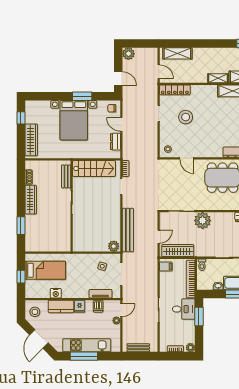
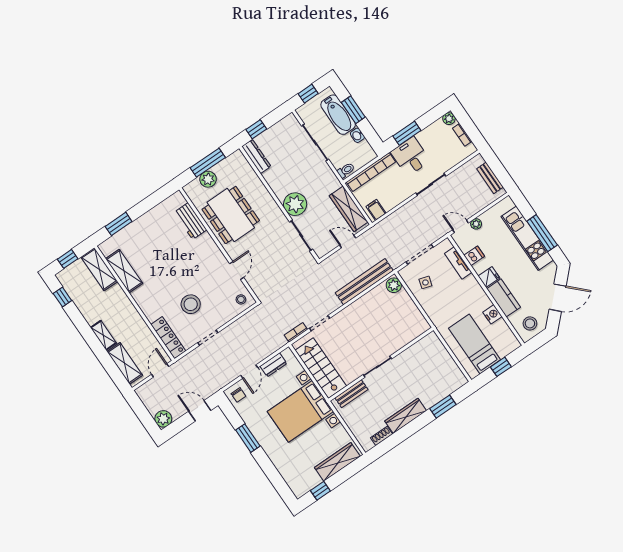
shelving: (218, 78) -> (103, 335), moved
door: (118, 79) -> (200, 411), hinge flipped
bed with nightstands: (74, 120) -> (300, 411), moved, turned 180

